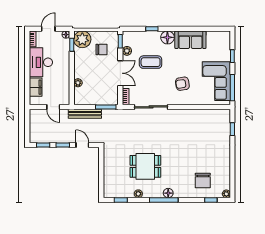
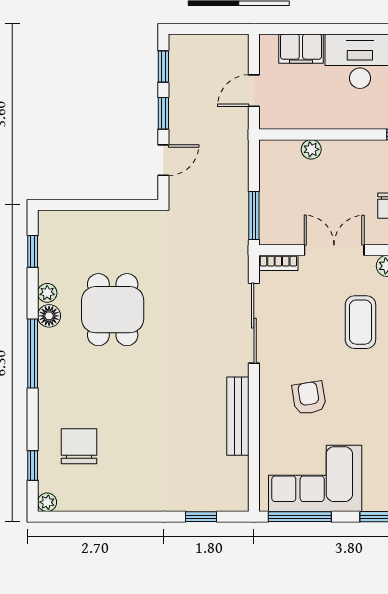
double door: (120, 73) -> (334, 250), swing flipped
bench: (85, 114) -> (238, 416), moved
chair: (203, 180) -> (79, 446), turned 90
floor lamp: (168, 193) -> (49, 316), moved

